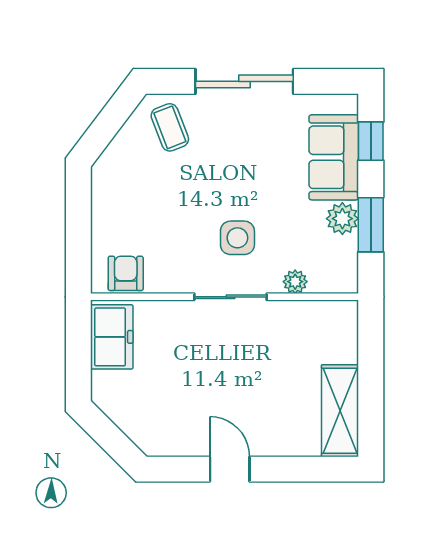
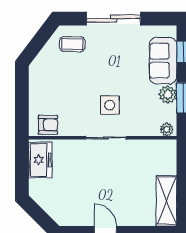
coffee table: (170, 127) -> (72, 44), turned -68
armchair: (126, 273) -> (48, 125), turned 90
plant: (295, 282) -> (167, 129), moved

